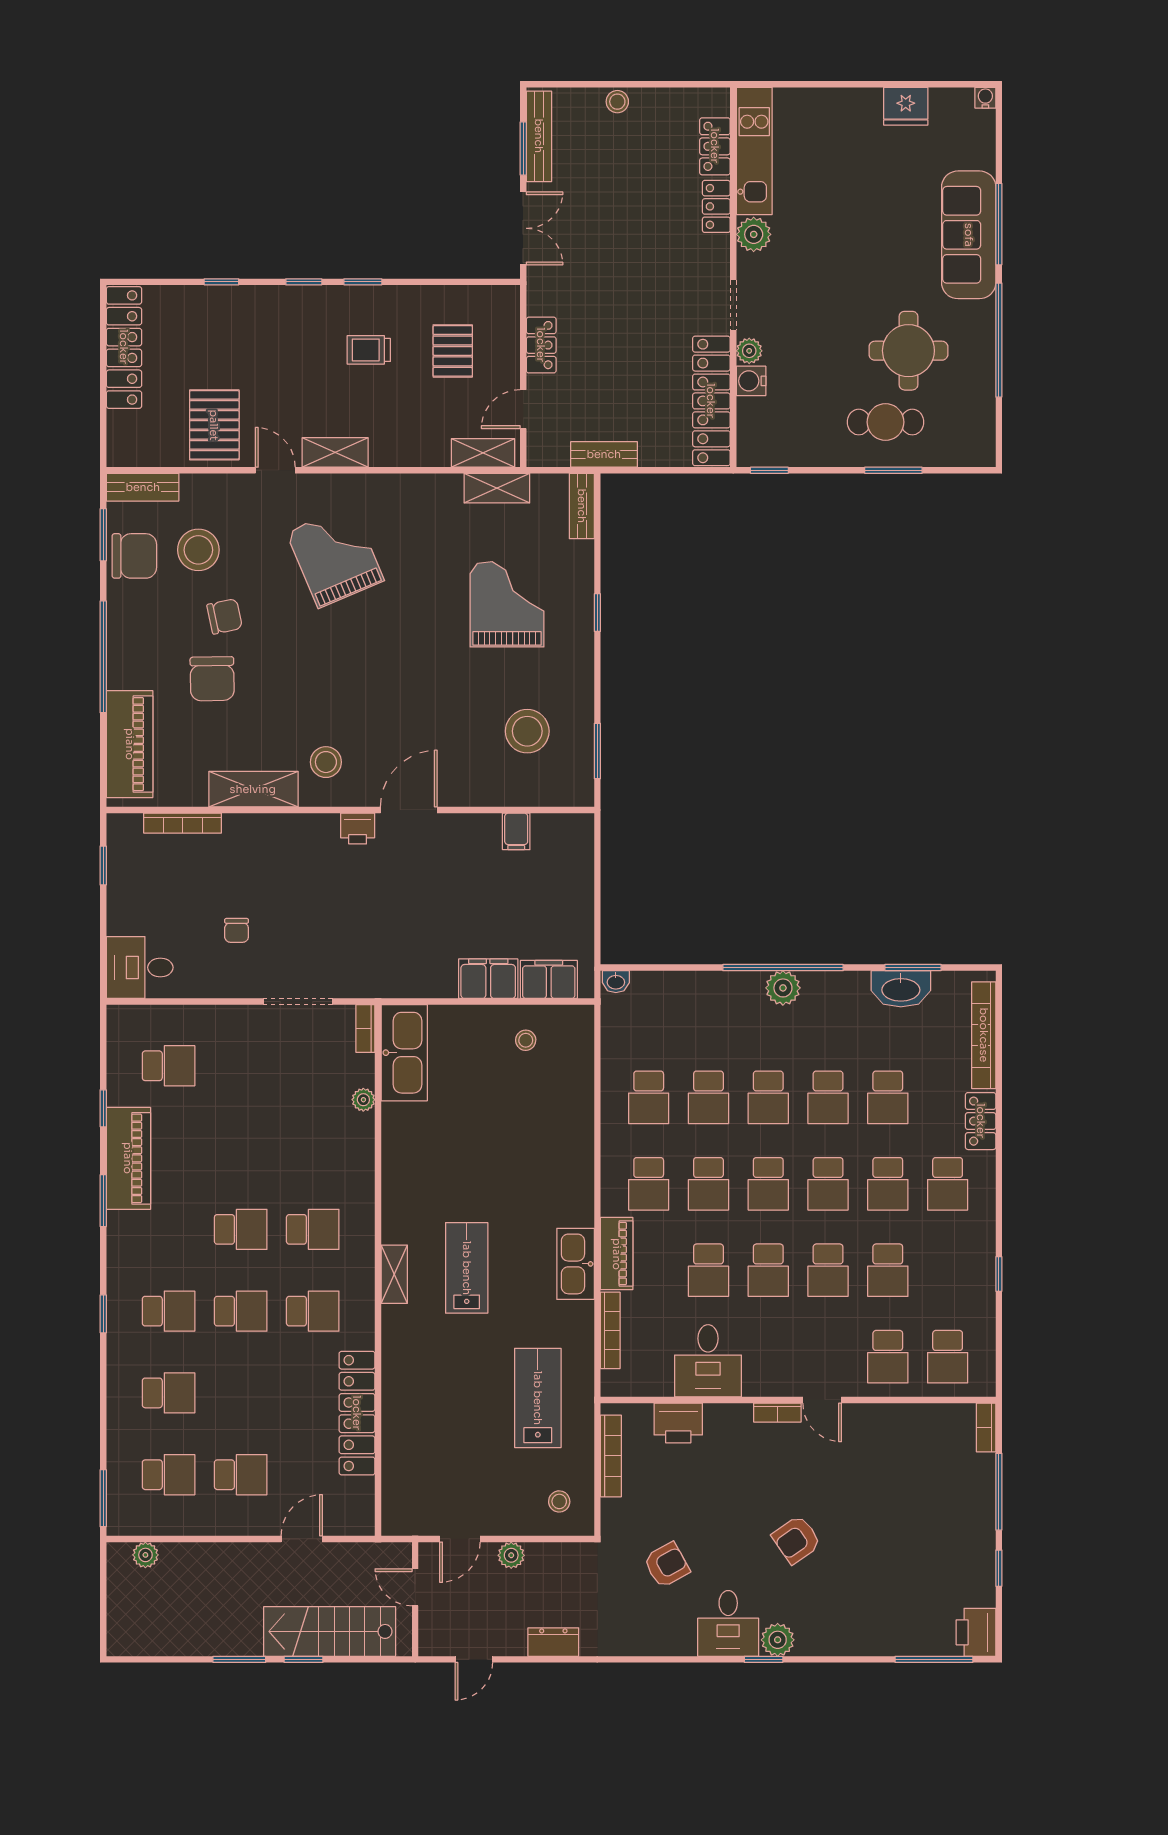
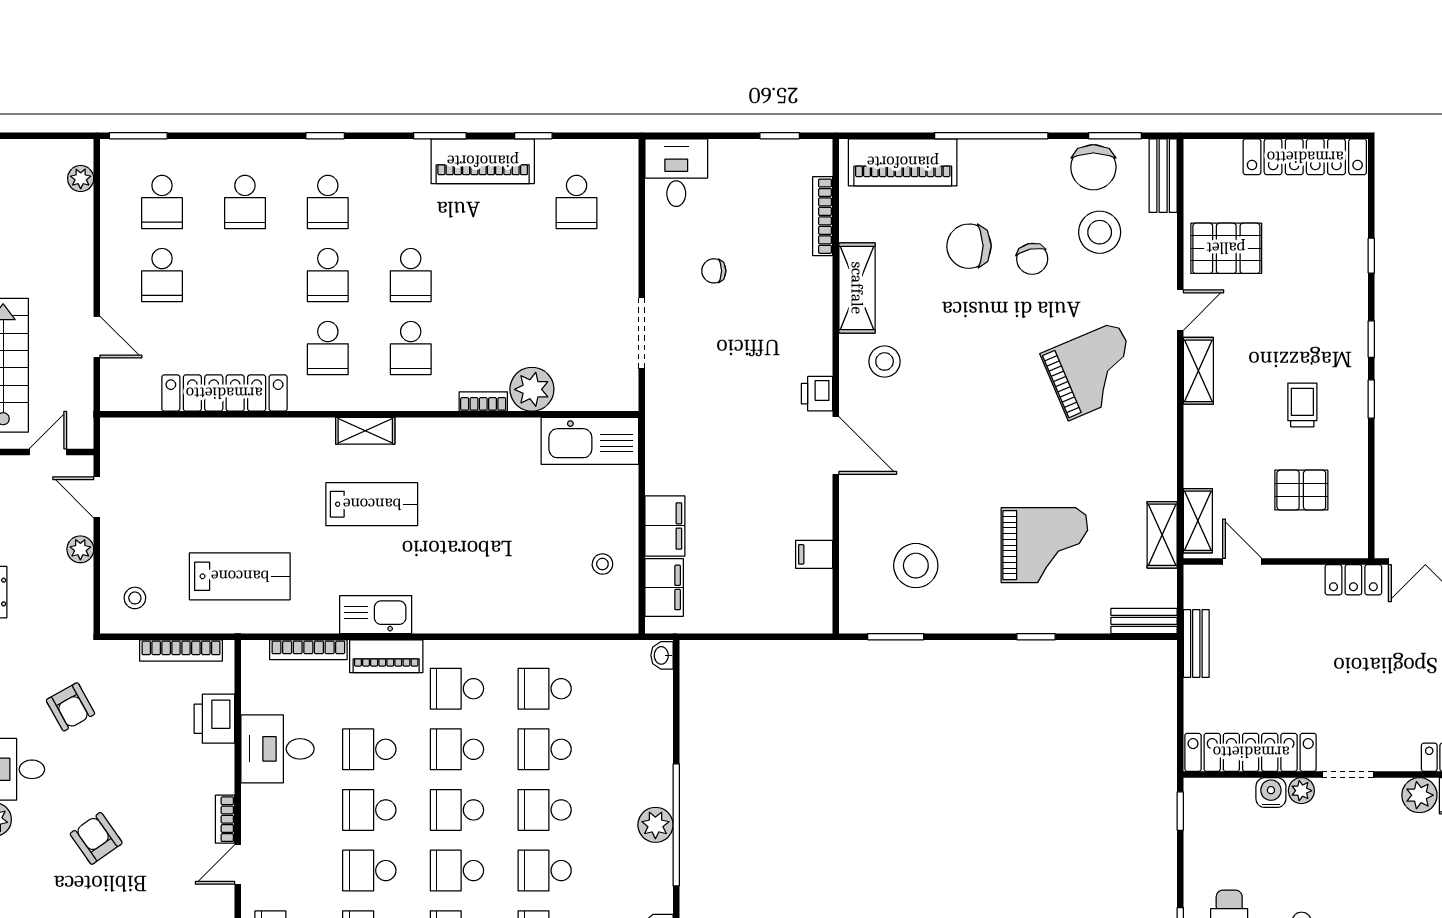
locker: (541, 345) -> (1353, 580), moved
bookcase: (365, 1028) -> (483, 402), moved
plant: (363, 1100) -> (532, 389), width x1.88, depth x1.88

